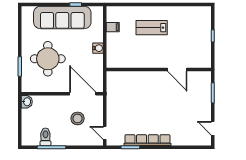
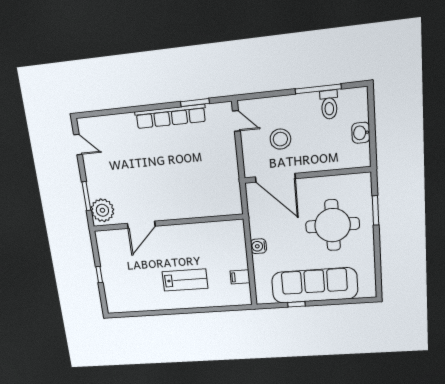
door: (177, 70) -> (141, 225), swing flipped
plant: (203, 82) -> (102, 210), added
washbasin: (27, 102) -> (361, 133), moved

